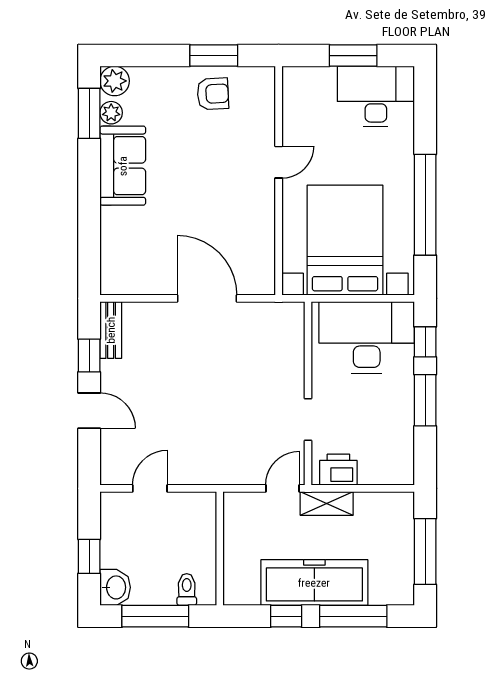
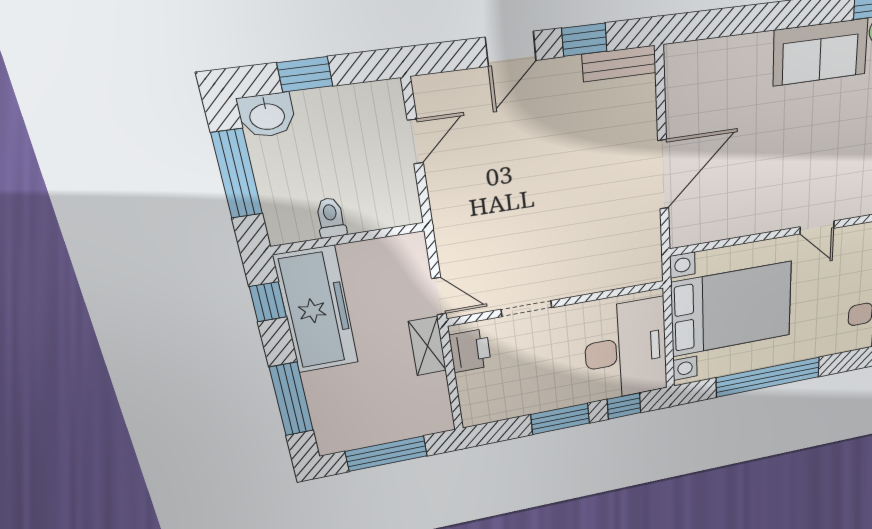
door: (150, 488) -> (415, 142), hinge flipped
freezer: (314, 583) -> (316, 310), moved
toilet: (187, 590) -> (331, 218), moved, turned -90
window: (286, 616) -> (268, 302), moved

